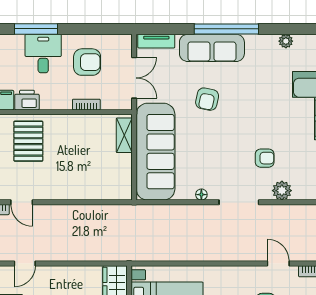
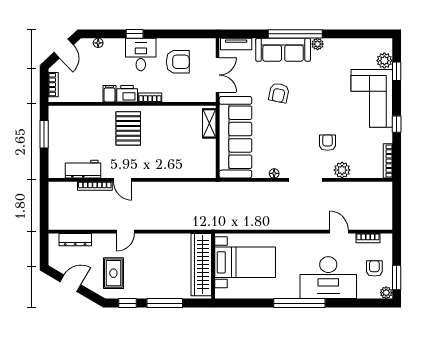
window: (36, 29) -> (135, 34), width x0.46
plant: (286, 41) -> (317, 44), moved
bookcase: (86, 105) -> (150, 97), moved
armchair: (265, 158) -> (327, 143), turned -90

